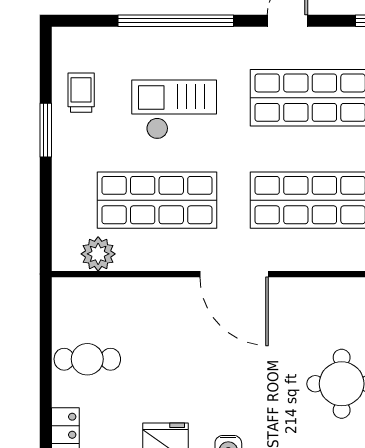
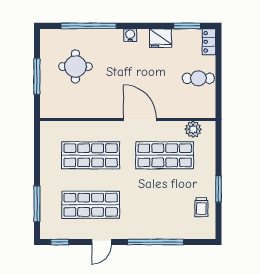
checkout: (174, 109) -> (156, 199), removed
door: (234, 274) -> (140, 120), moved

